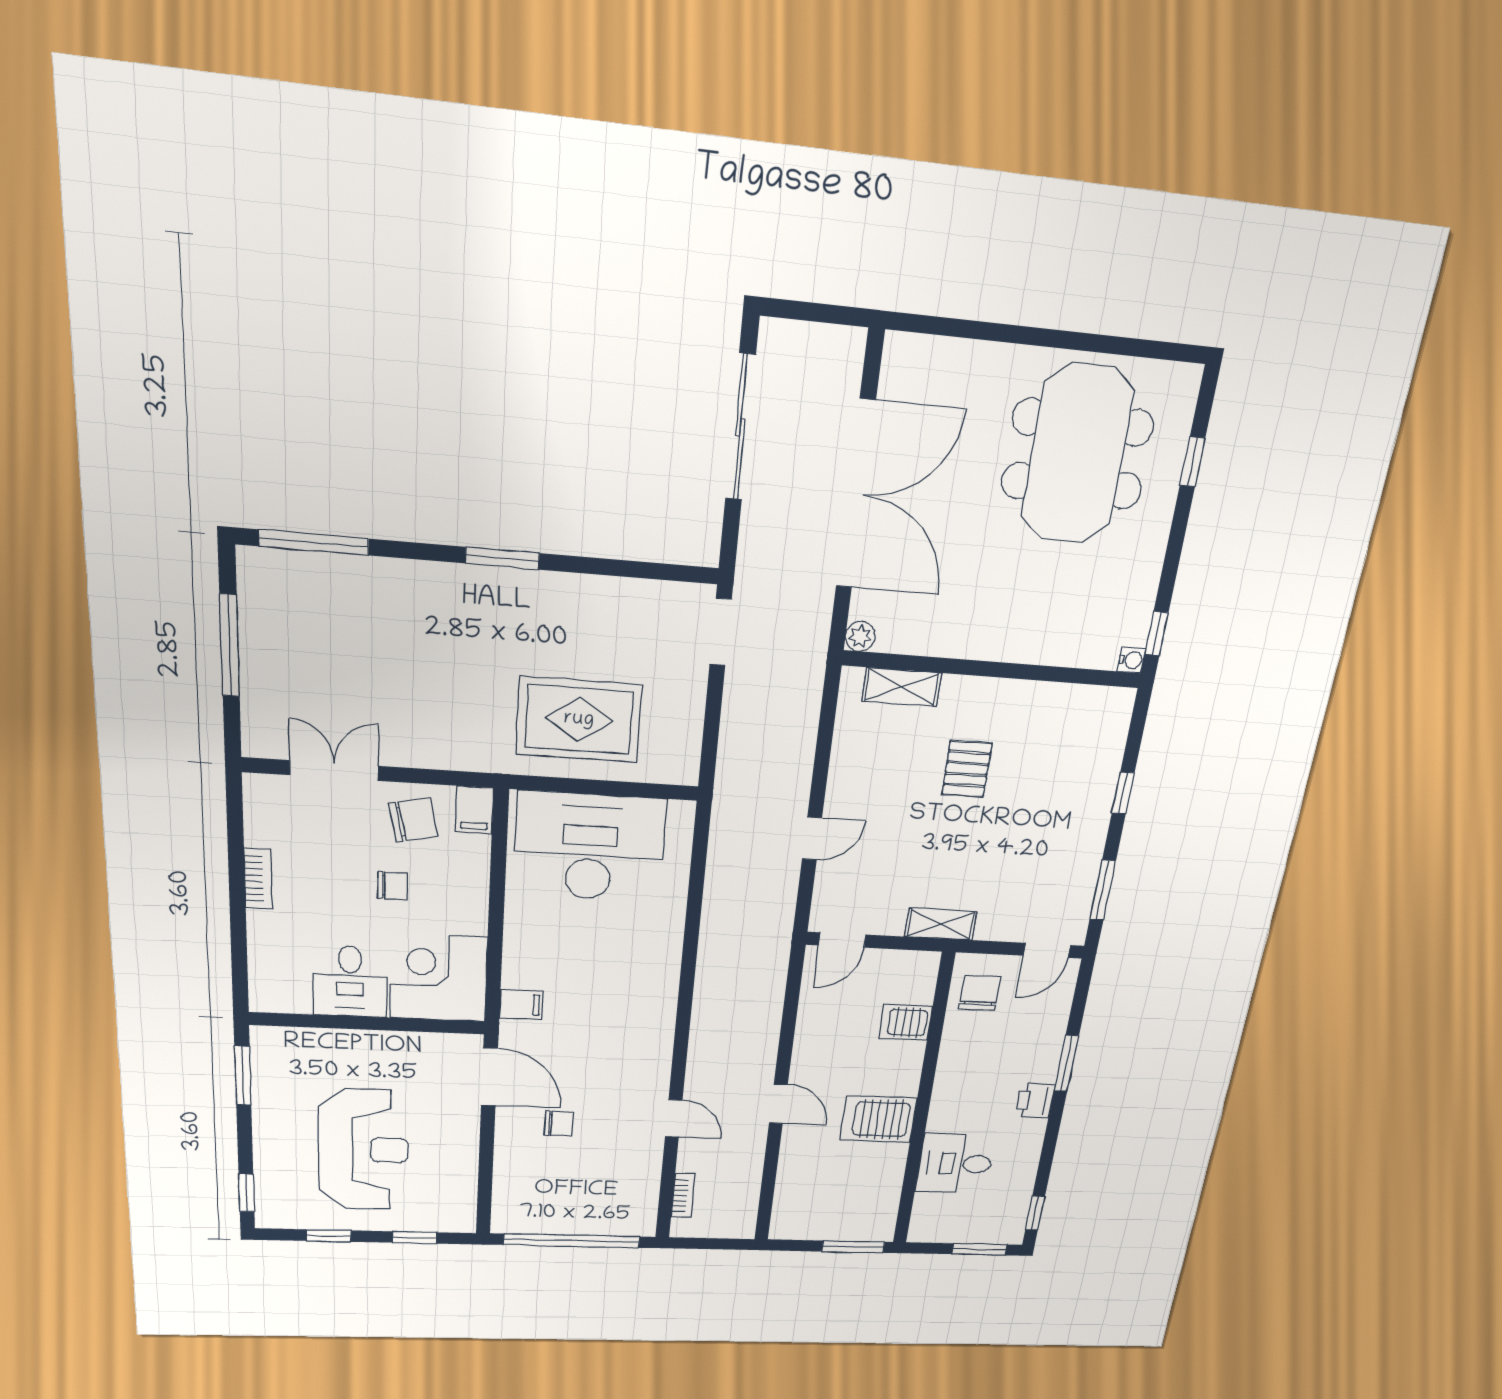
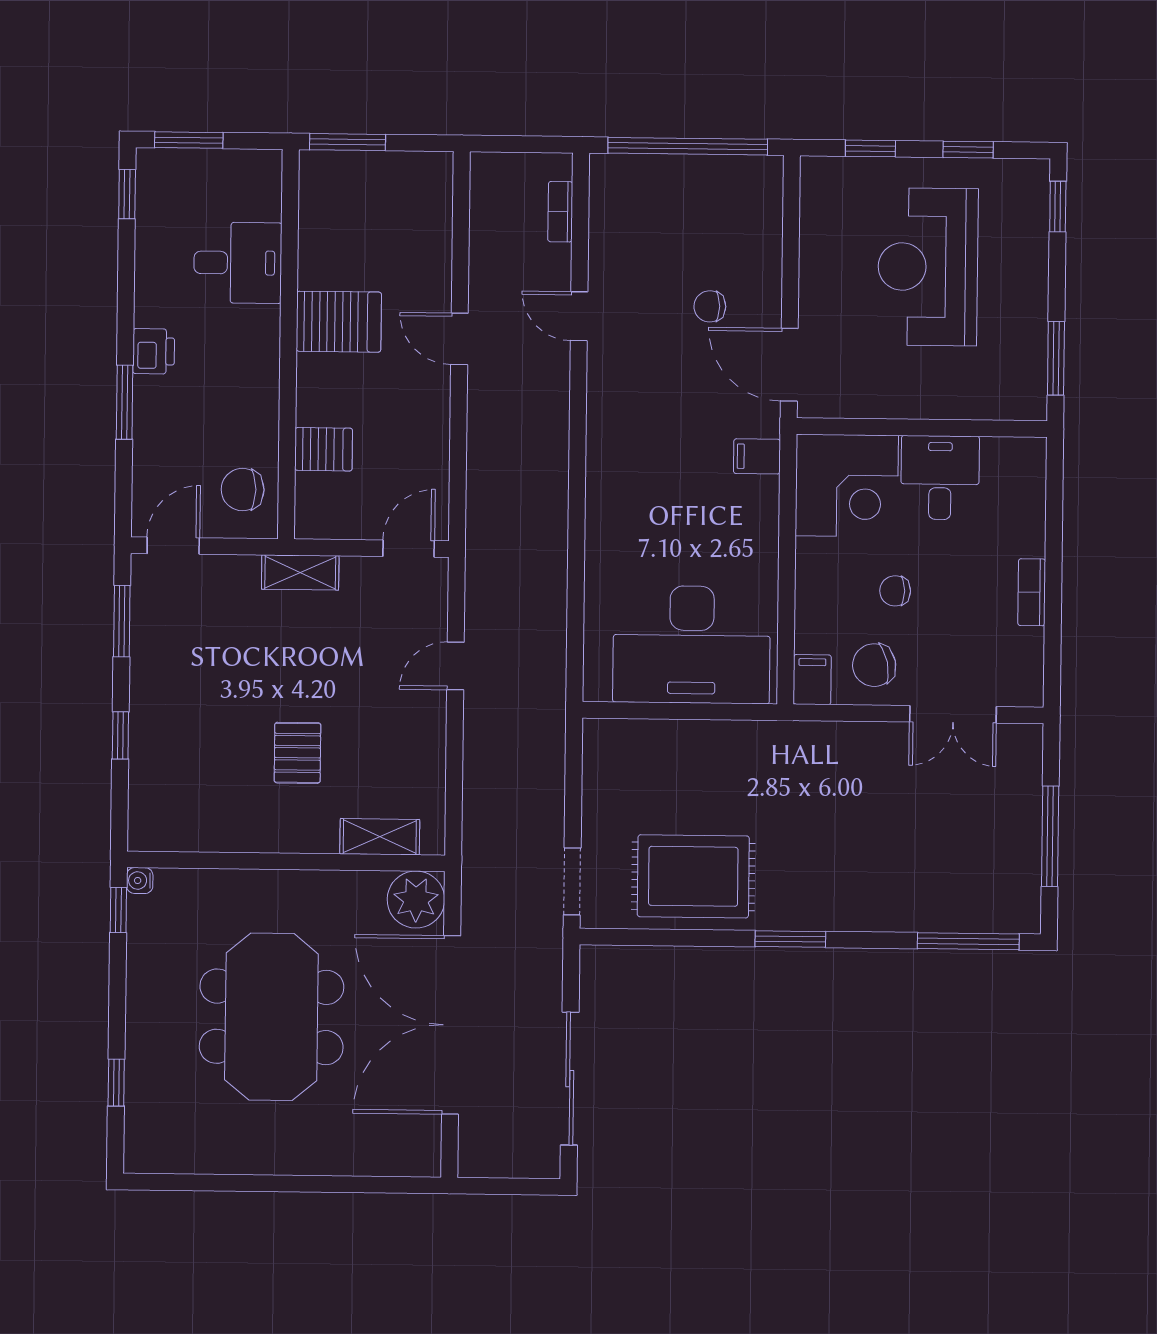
meeting table: (1078, 454) -> (271, 1017), moved
plant: (860, 636) -> (416, 900), width x1.87, depth x1.87
rug: (579, 720) -> (693, 876), moved
chair: (980, 993) -> (243, 490), turned 90

